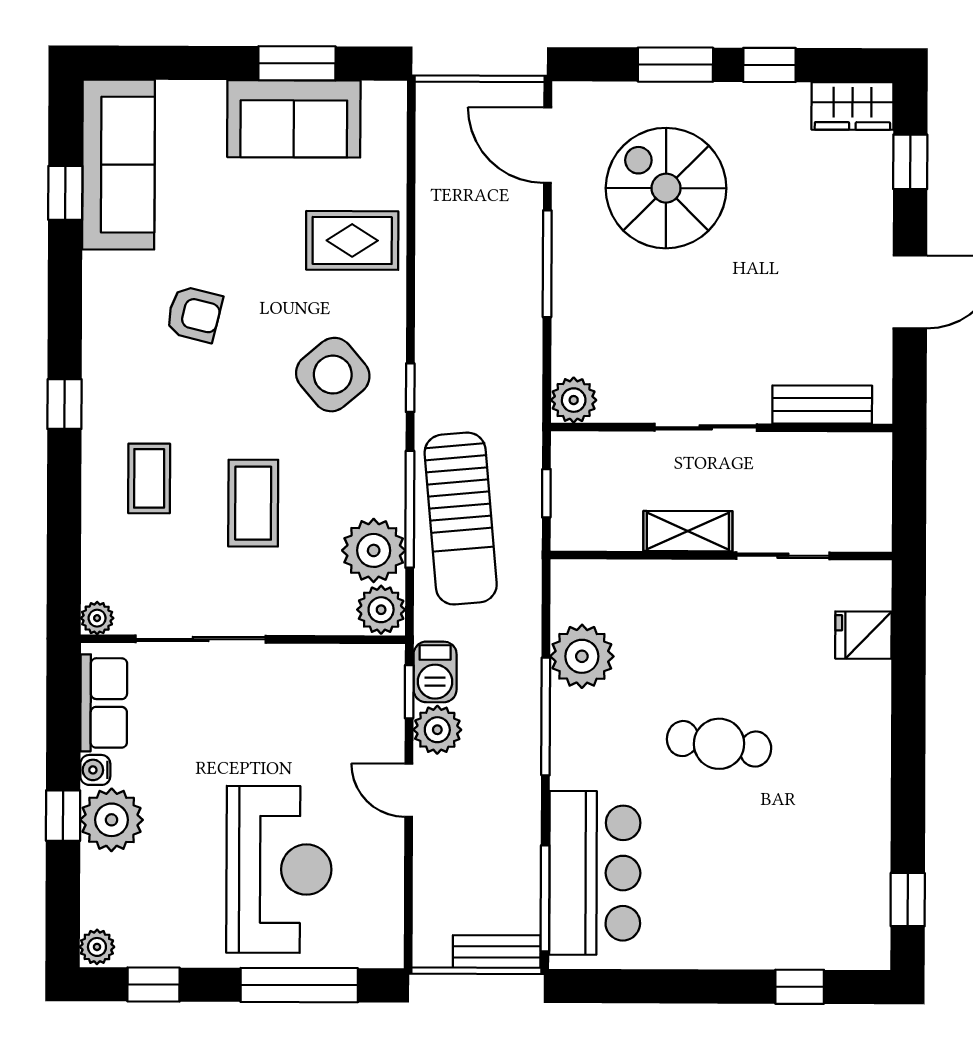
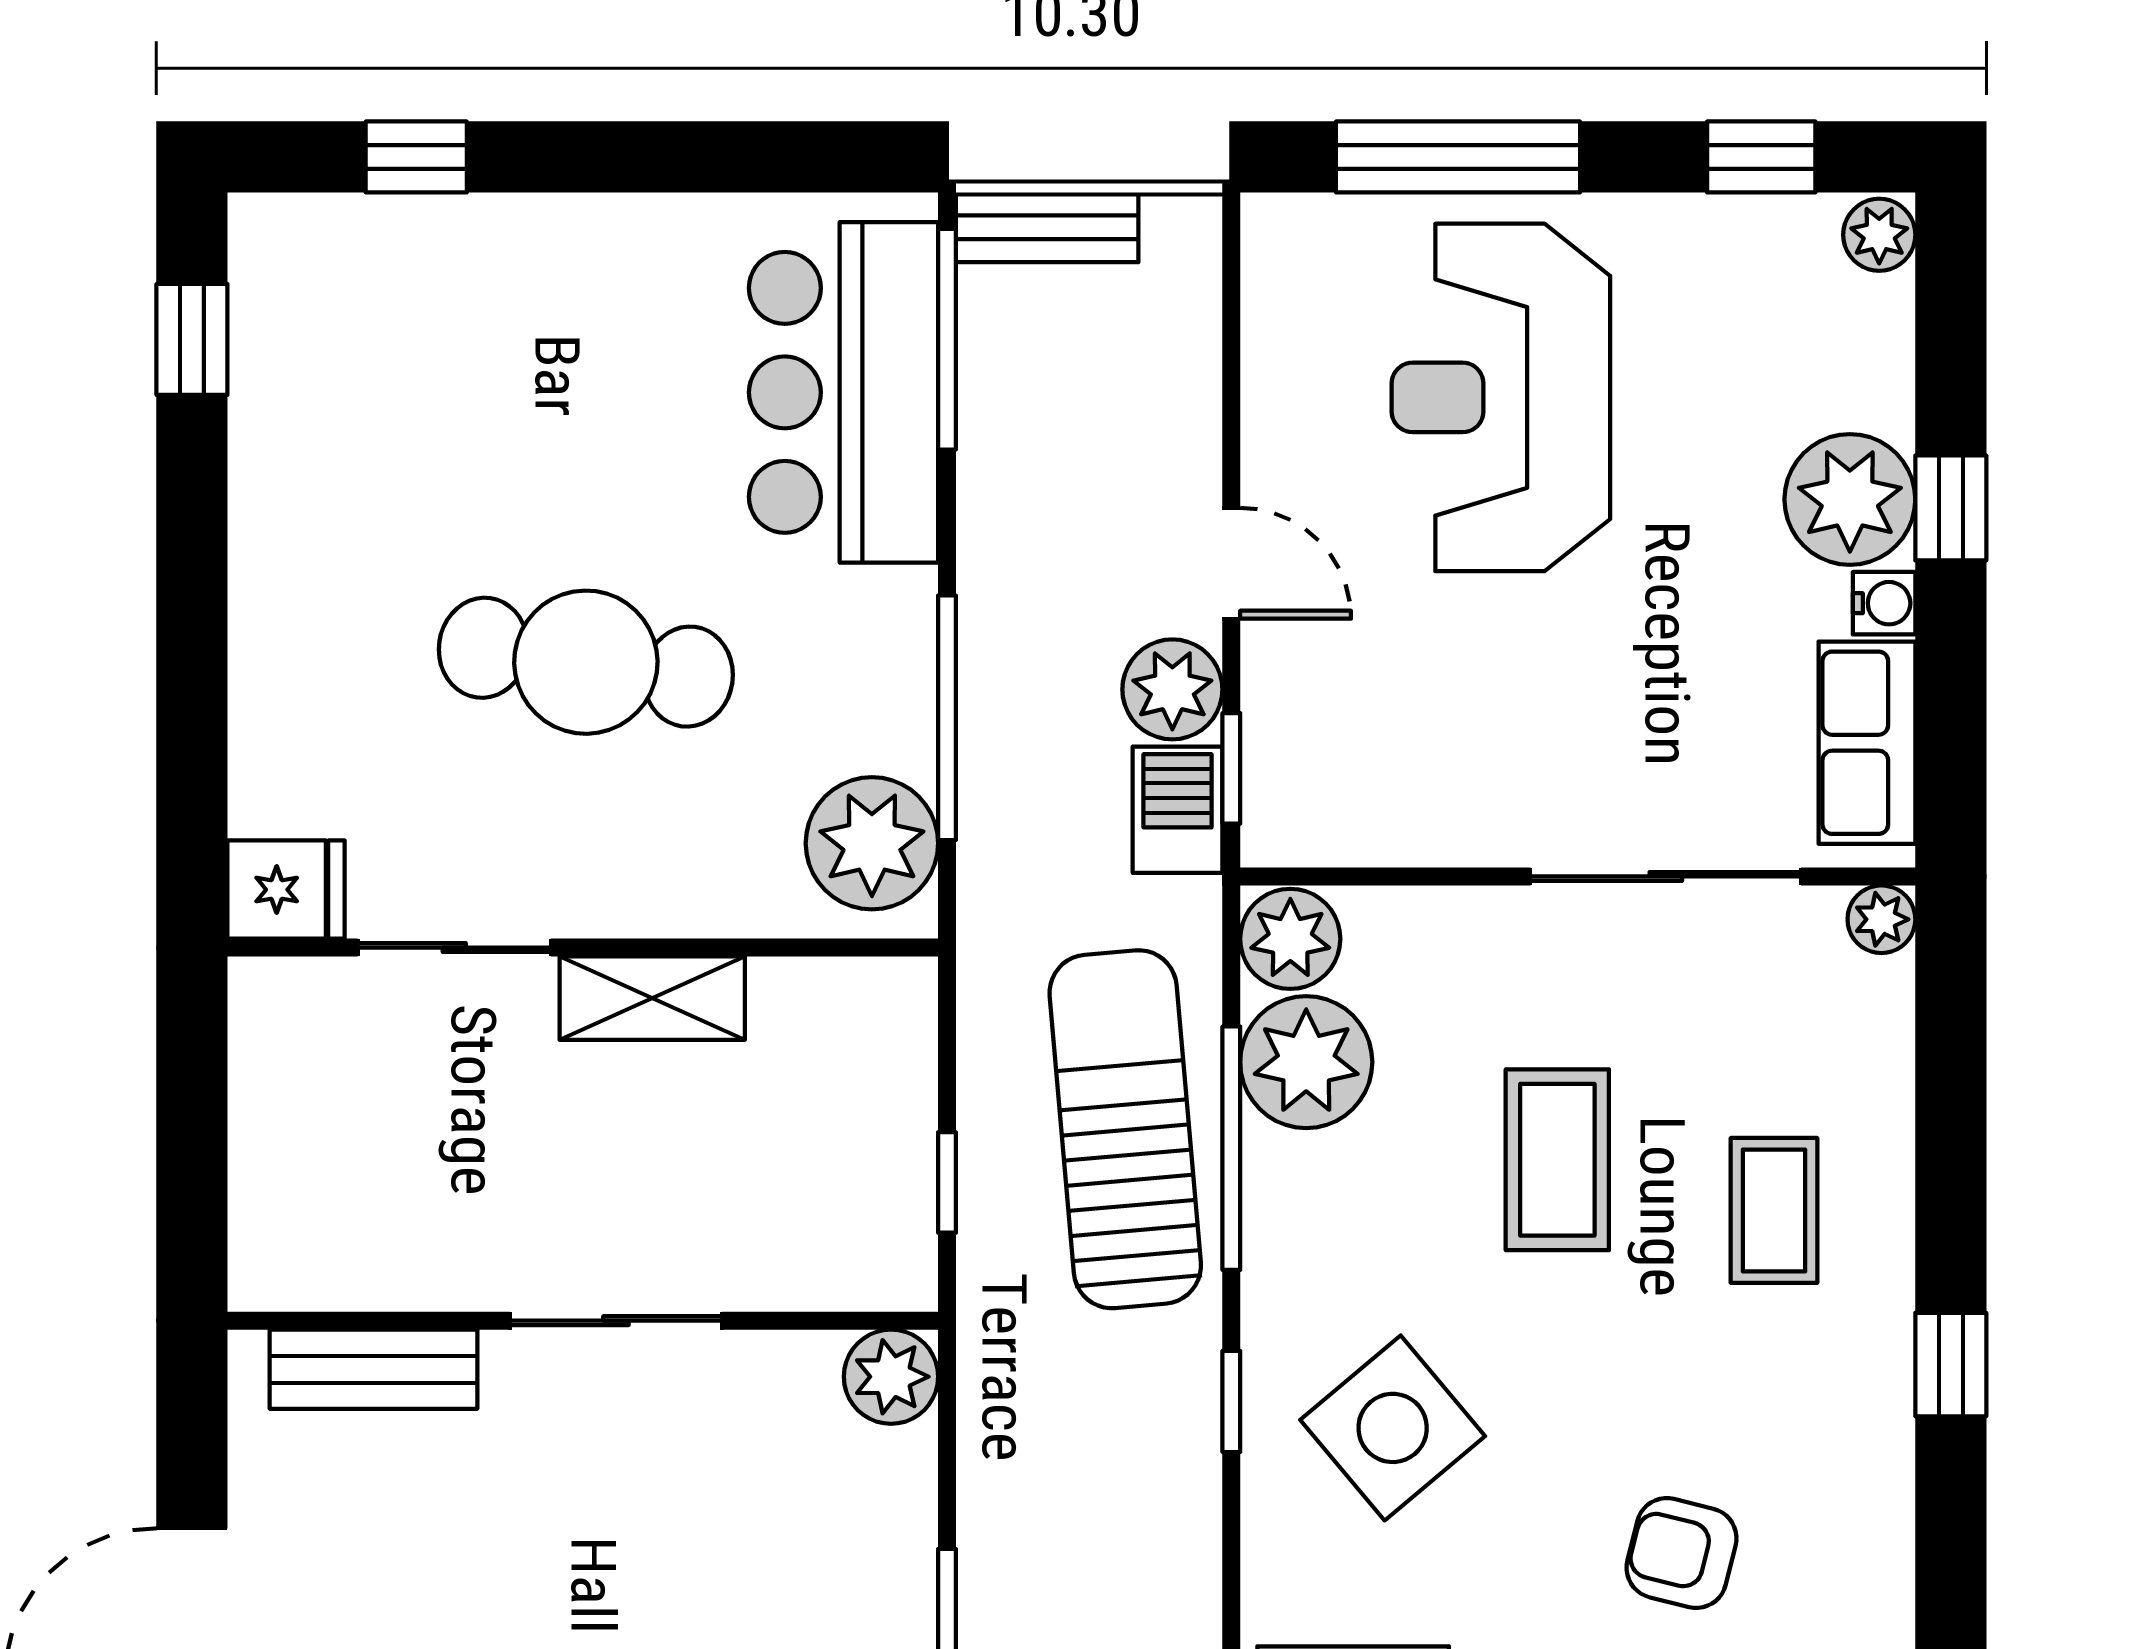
shelving: (688, 531) -> (652, 998), moved
wall: (721, 556) -> (583, 948), moved
sliding door: (783, 556) -> (454, 948), moved
cafe table: (719, 744) -> (586, 662), width x1.37, depth x1.35

